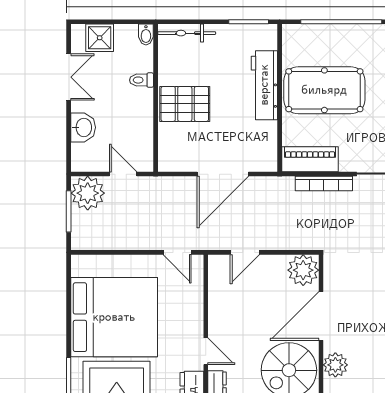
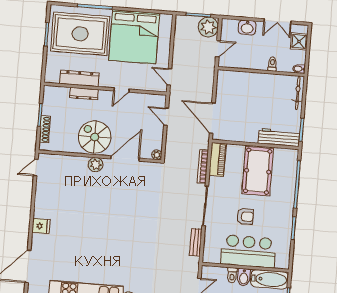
workbench: (264, 85) -> (279, 137), moved
pallet: (185, 104) -> (256, 88), removed
door: (223, 174) -> (212, 118), moved
door: (177, 252) -> (169, 77), hinge flipped
plant: (303, 270) -> (157, 155), width x0.53, depth x0.53
door: (321, 316) -> (125, 158), hinge flipped
door: (206, 351) -> (122, 90), moved

